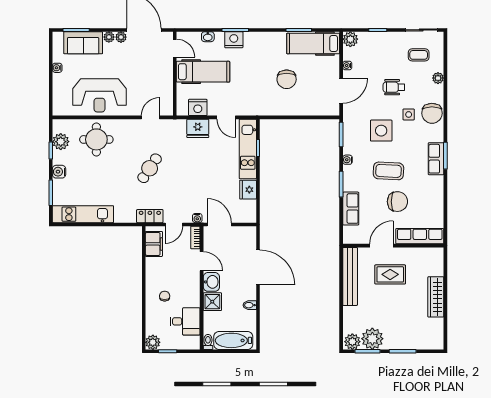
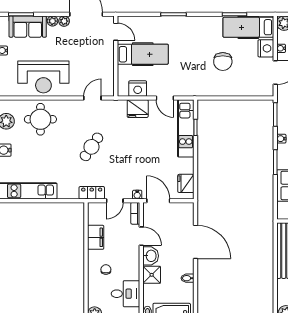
washbasin: (208, 37) -> (147, 21), removed
nightstand: (234, 40) -> (266, 48), moved, turned 90
fridge: (248, 190) -> (186, 183), moved
filing cabinet: (154, 244) -> (96, 237), moved

